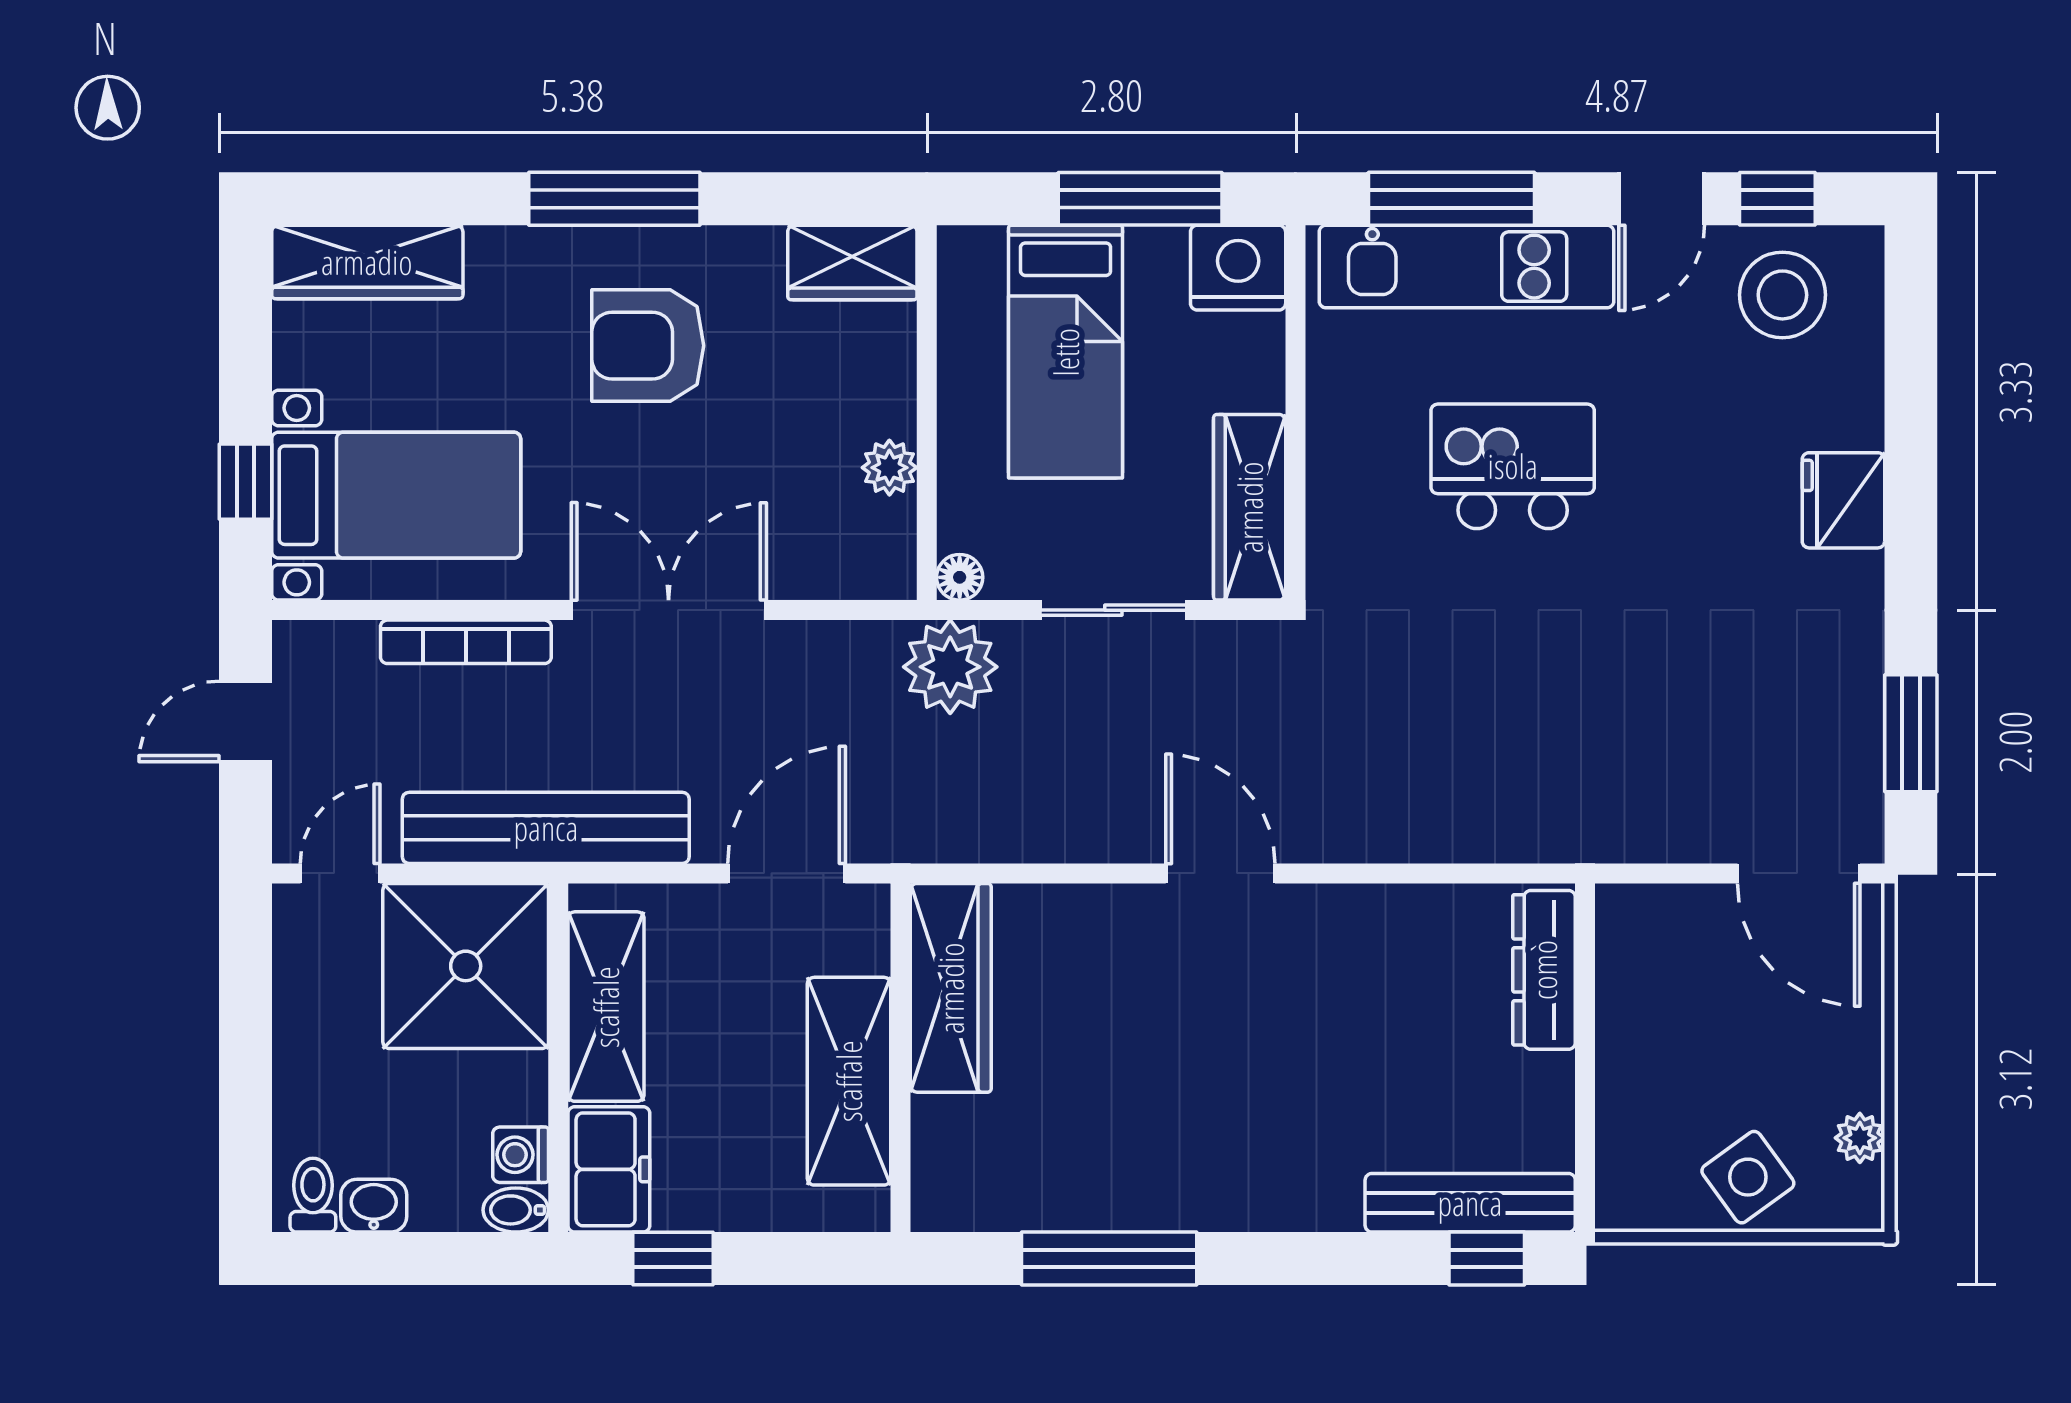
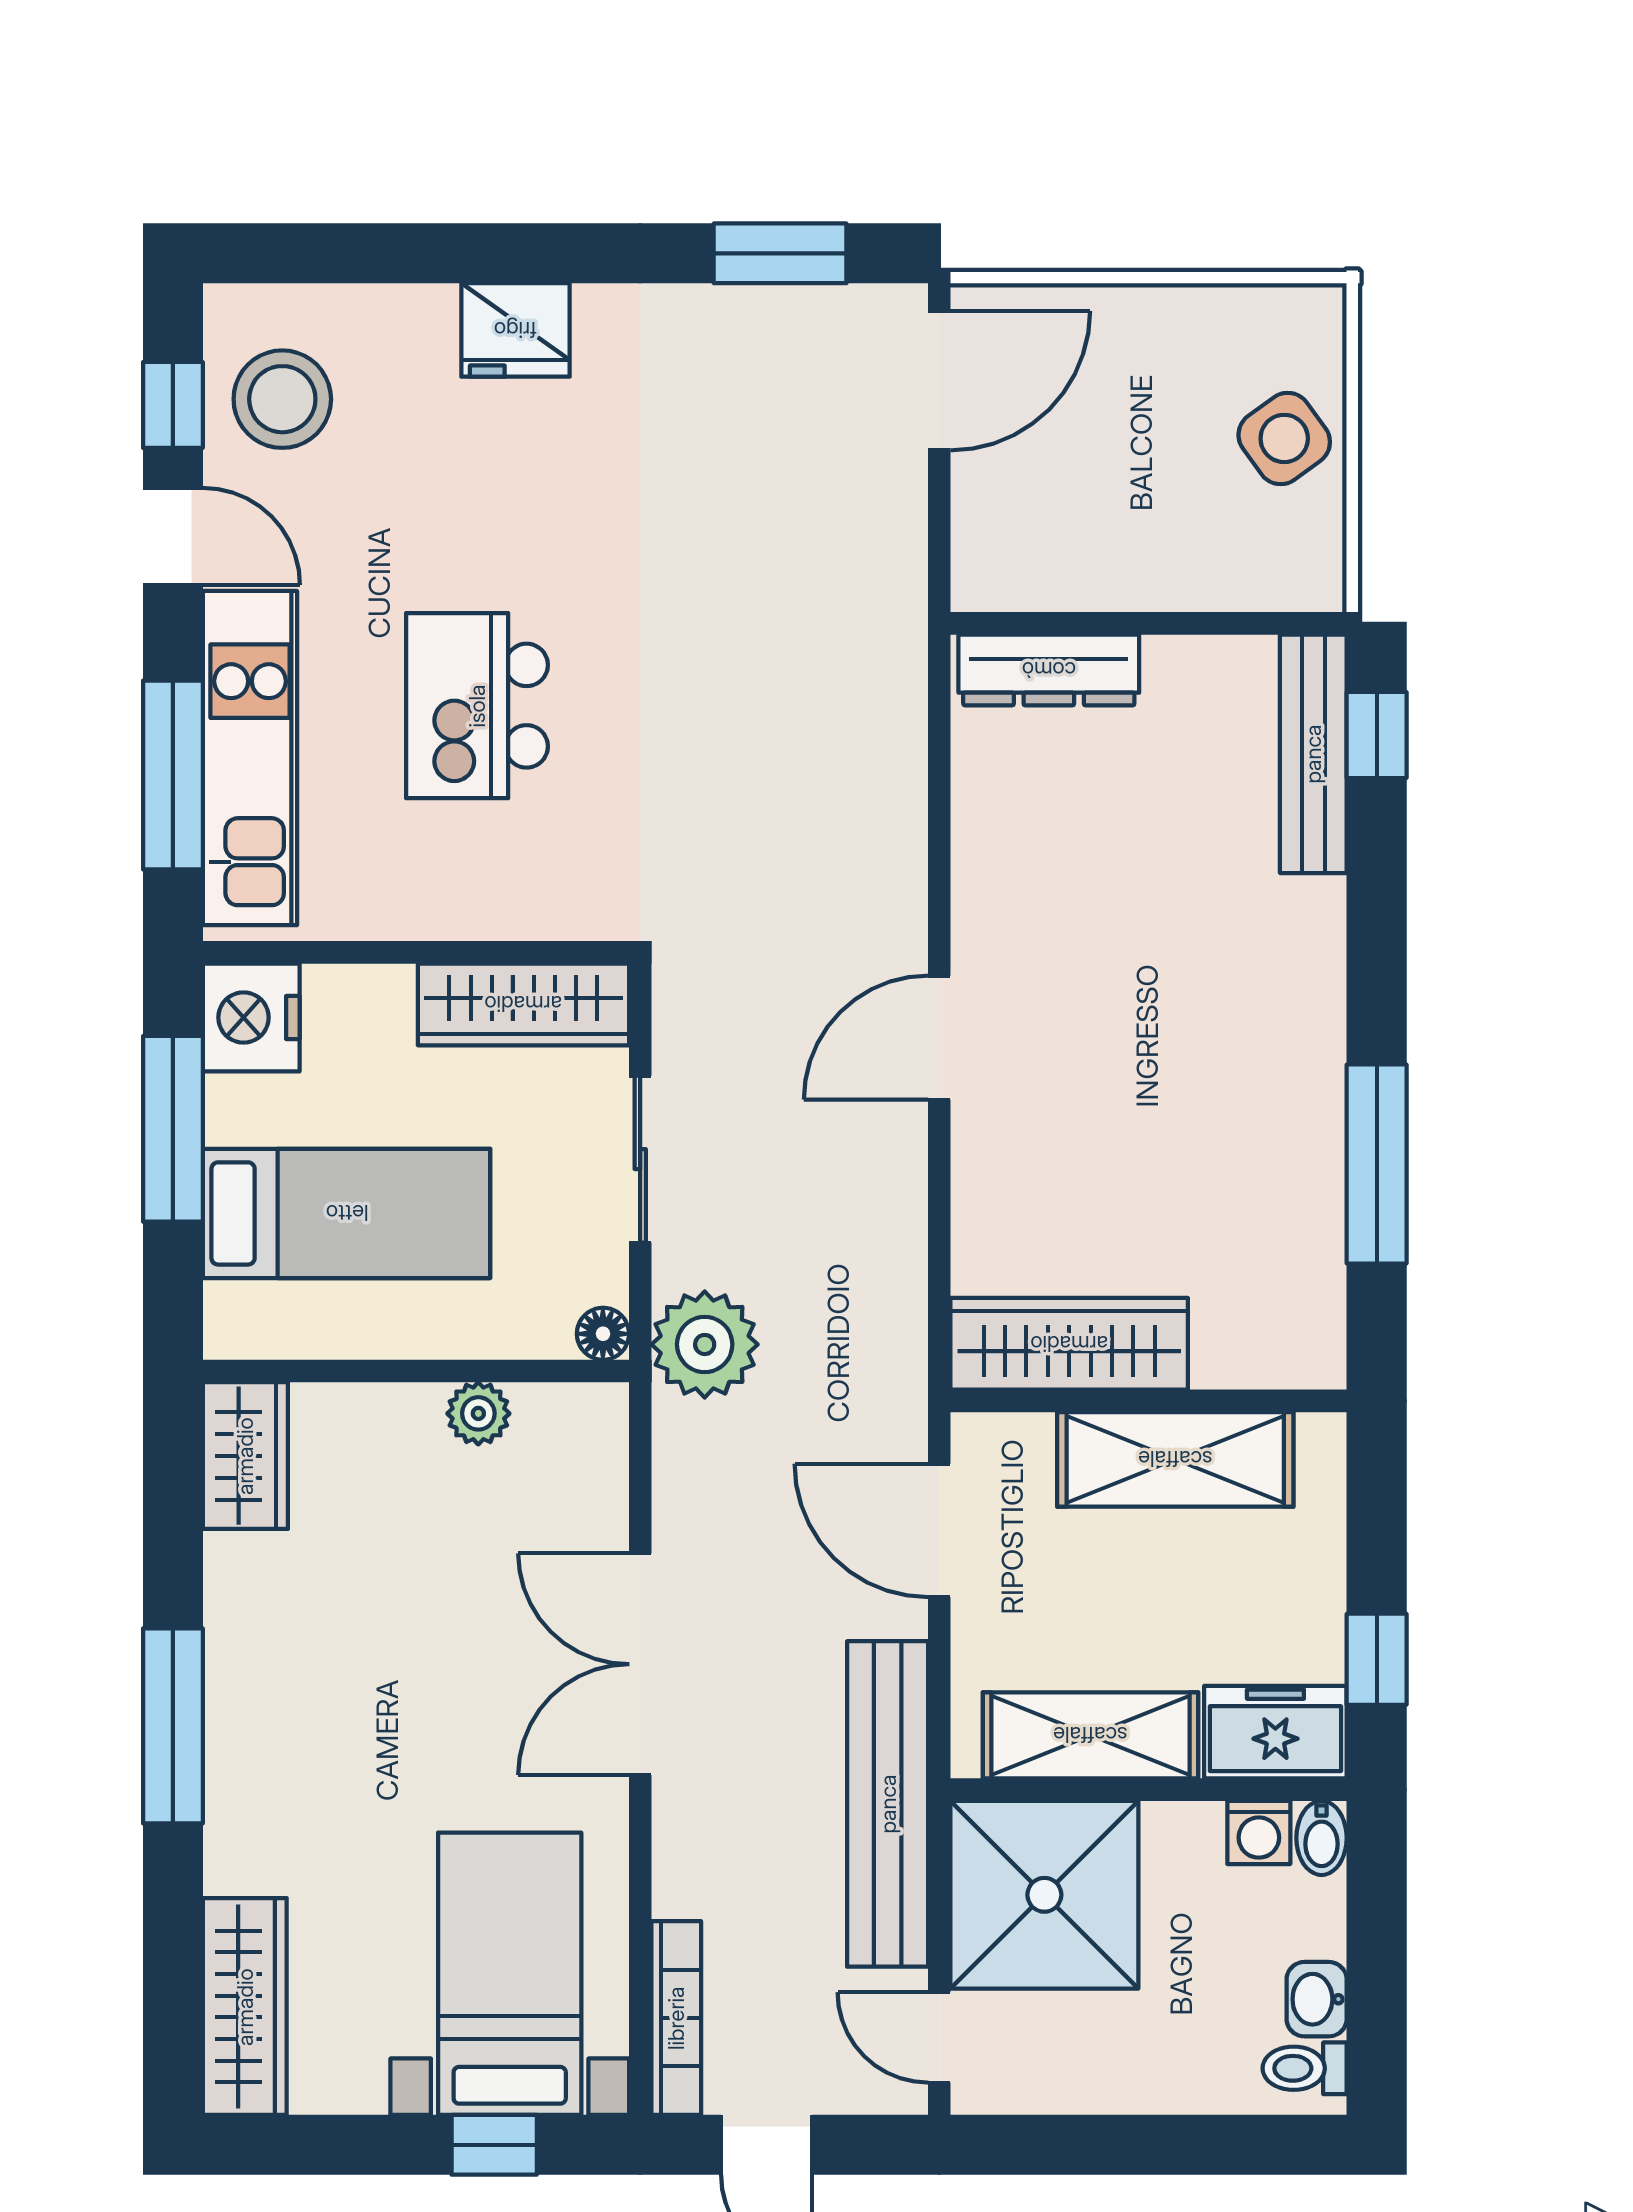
armchair: (648, 346) -> (340, 1688), removed
bookcase: (466, 642) -> (676, 2018), moved
plant: (1860, 1138) -> (1240, 311), removed

